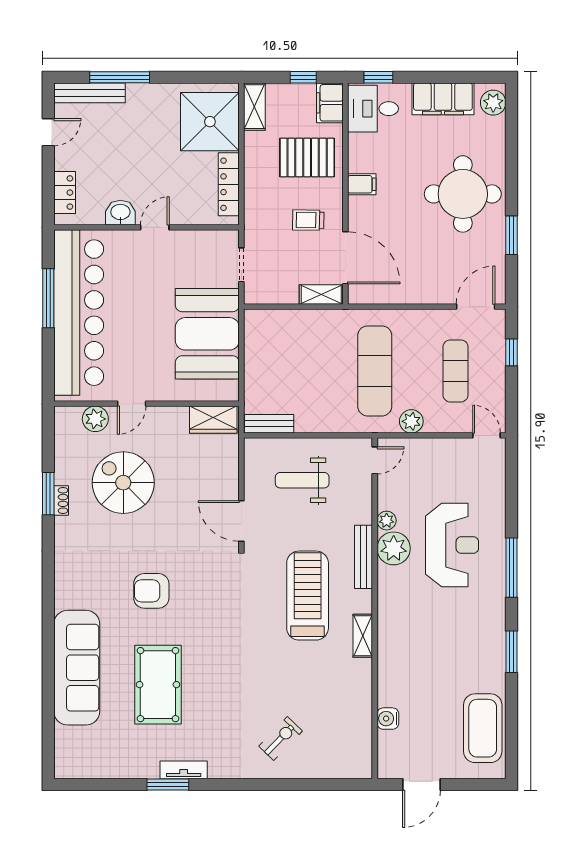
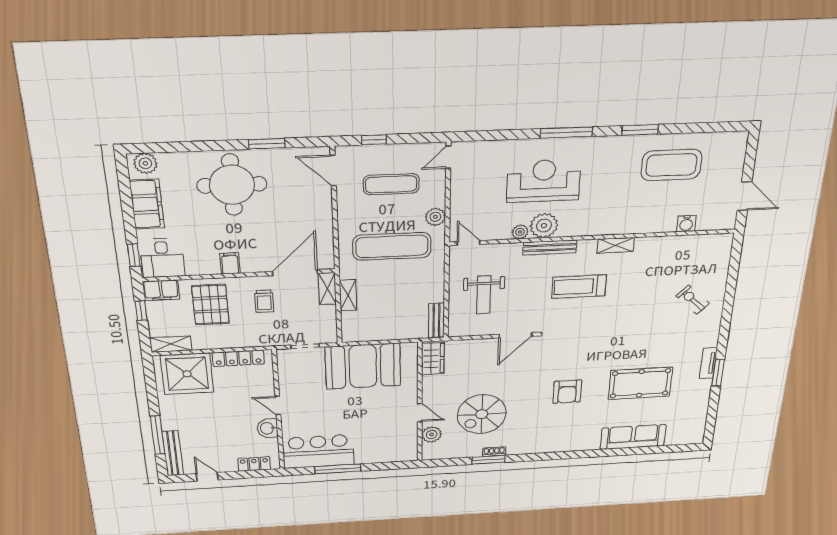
bar counter: (79, 313) -> (318, 451), width x0.54
shelving: (311, 318) -> (348, 295), added
treadmill: (308, 596) -> (579, 287), width x0.73, depth x0.73
sofa: (77, 668) -> (633, 437), width x0.74, depth x0.79
coffee table: (483, 728) -> (671, 165), moved

